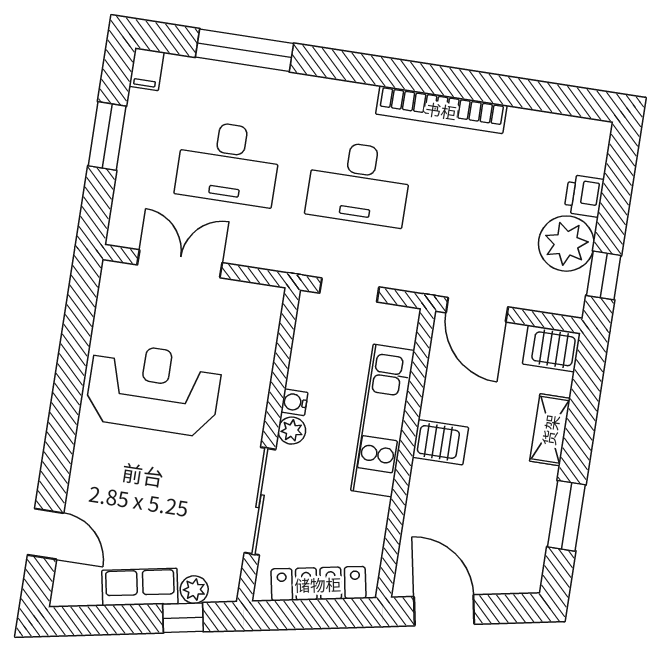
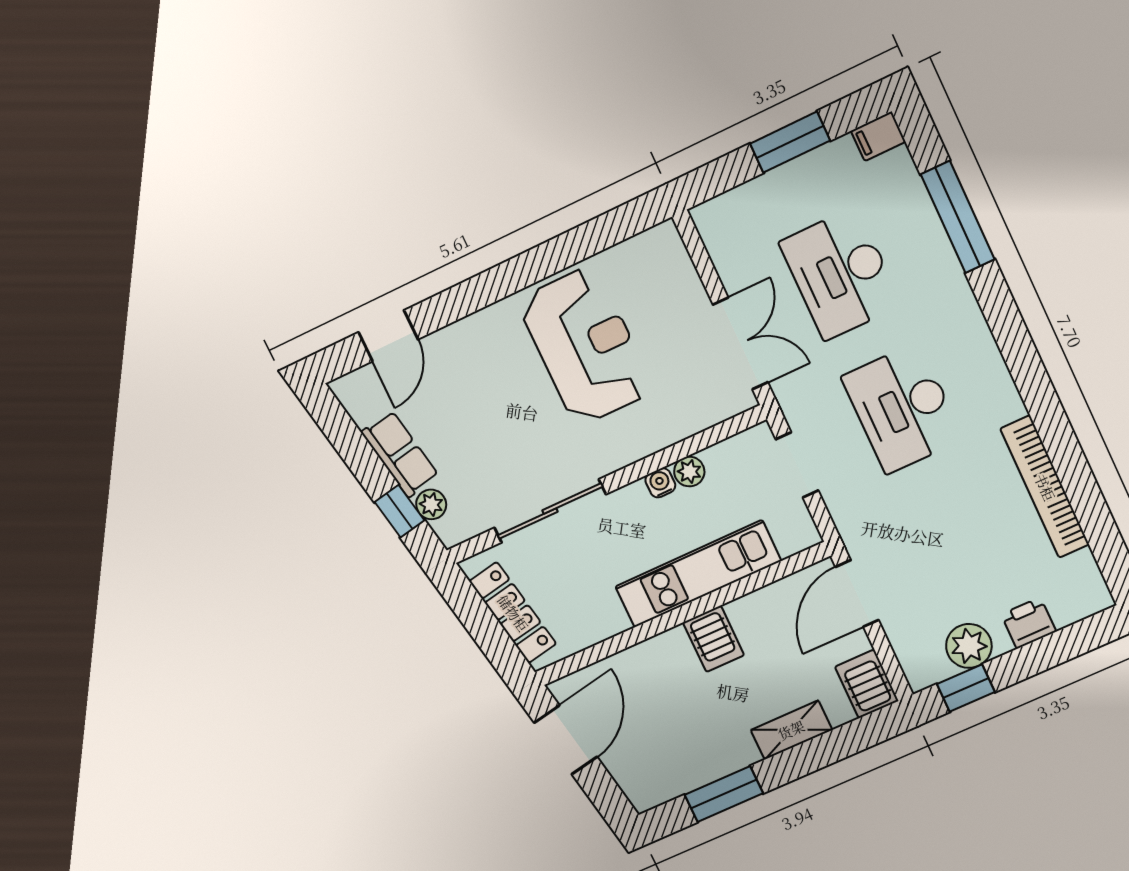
bookcase: (441, 110) -> (1045, 487), moved
plant: (566, 244) -> (969, 646), width x0.73, depth x0.73
double door: (180, 264) -> (740, 343), moved
plant: (292, 431) -> (689, 472), moved

